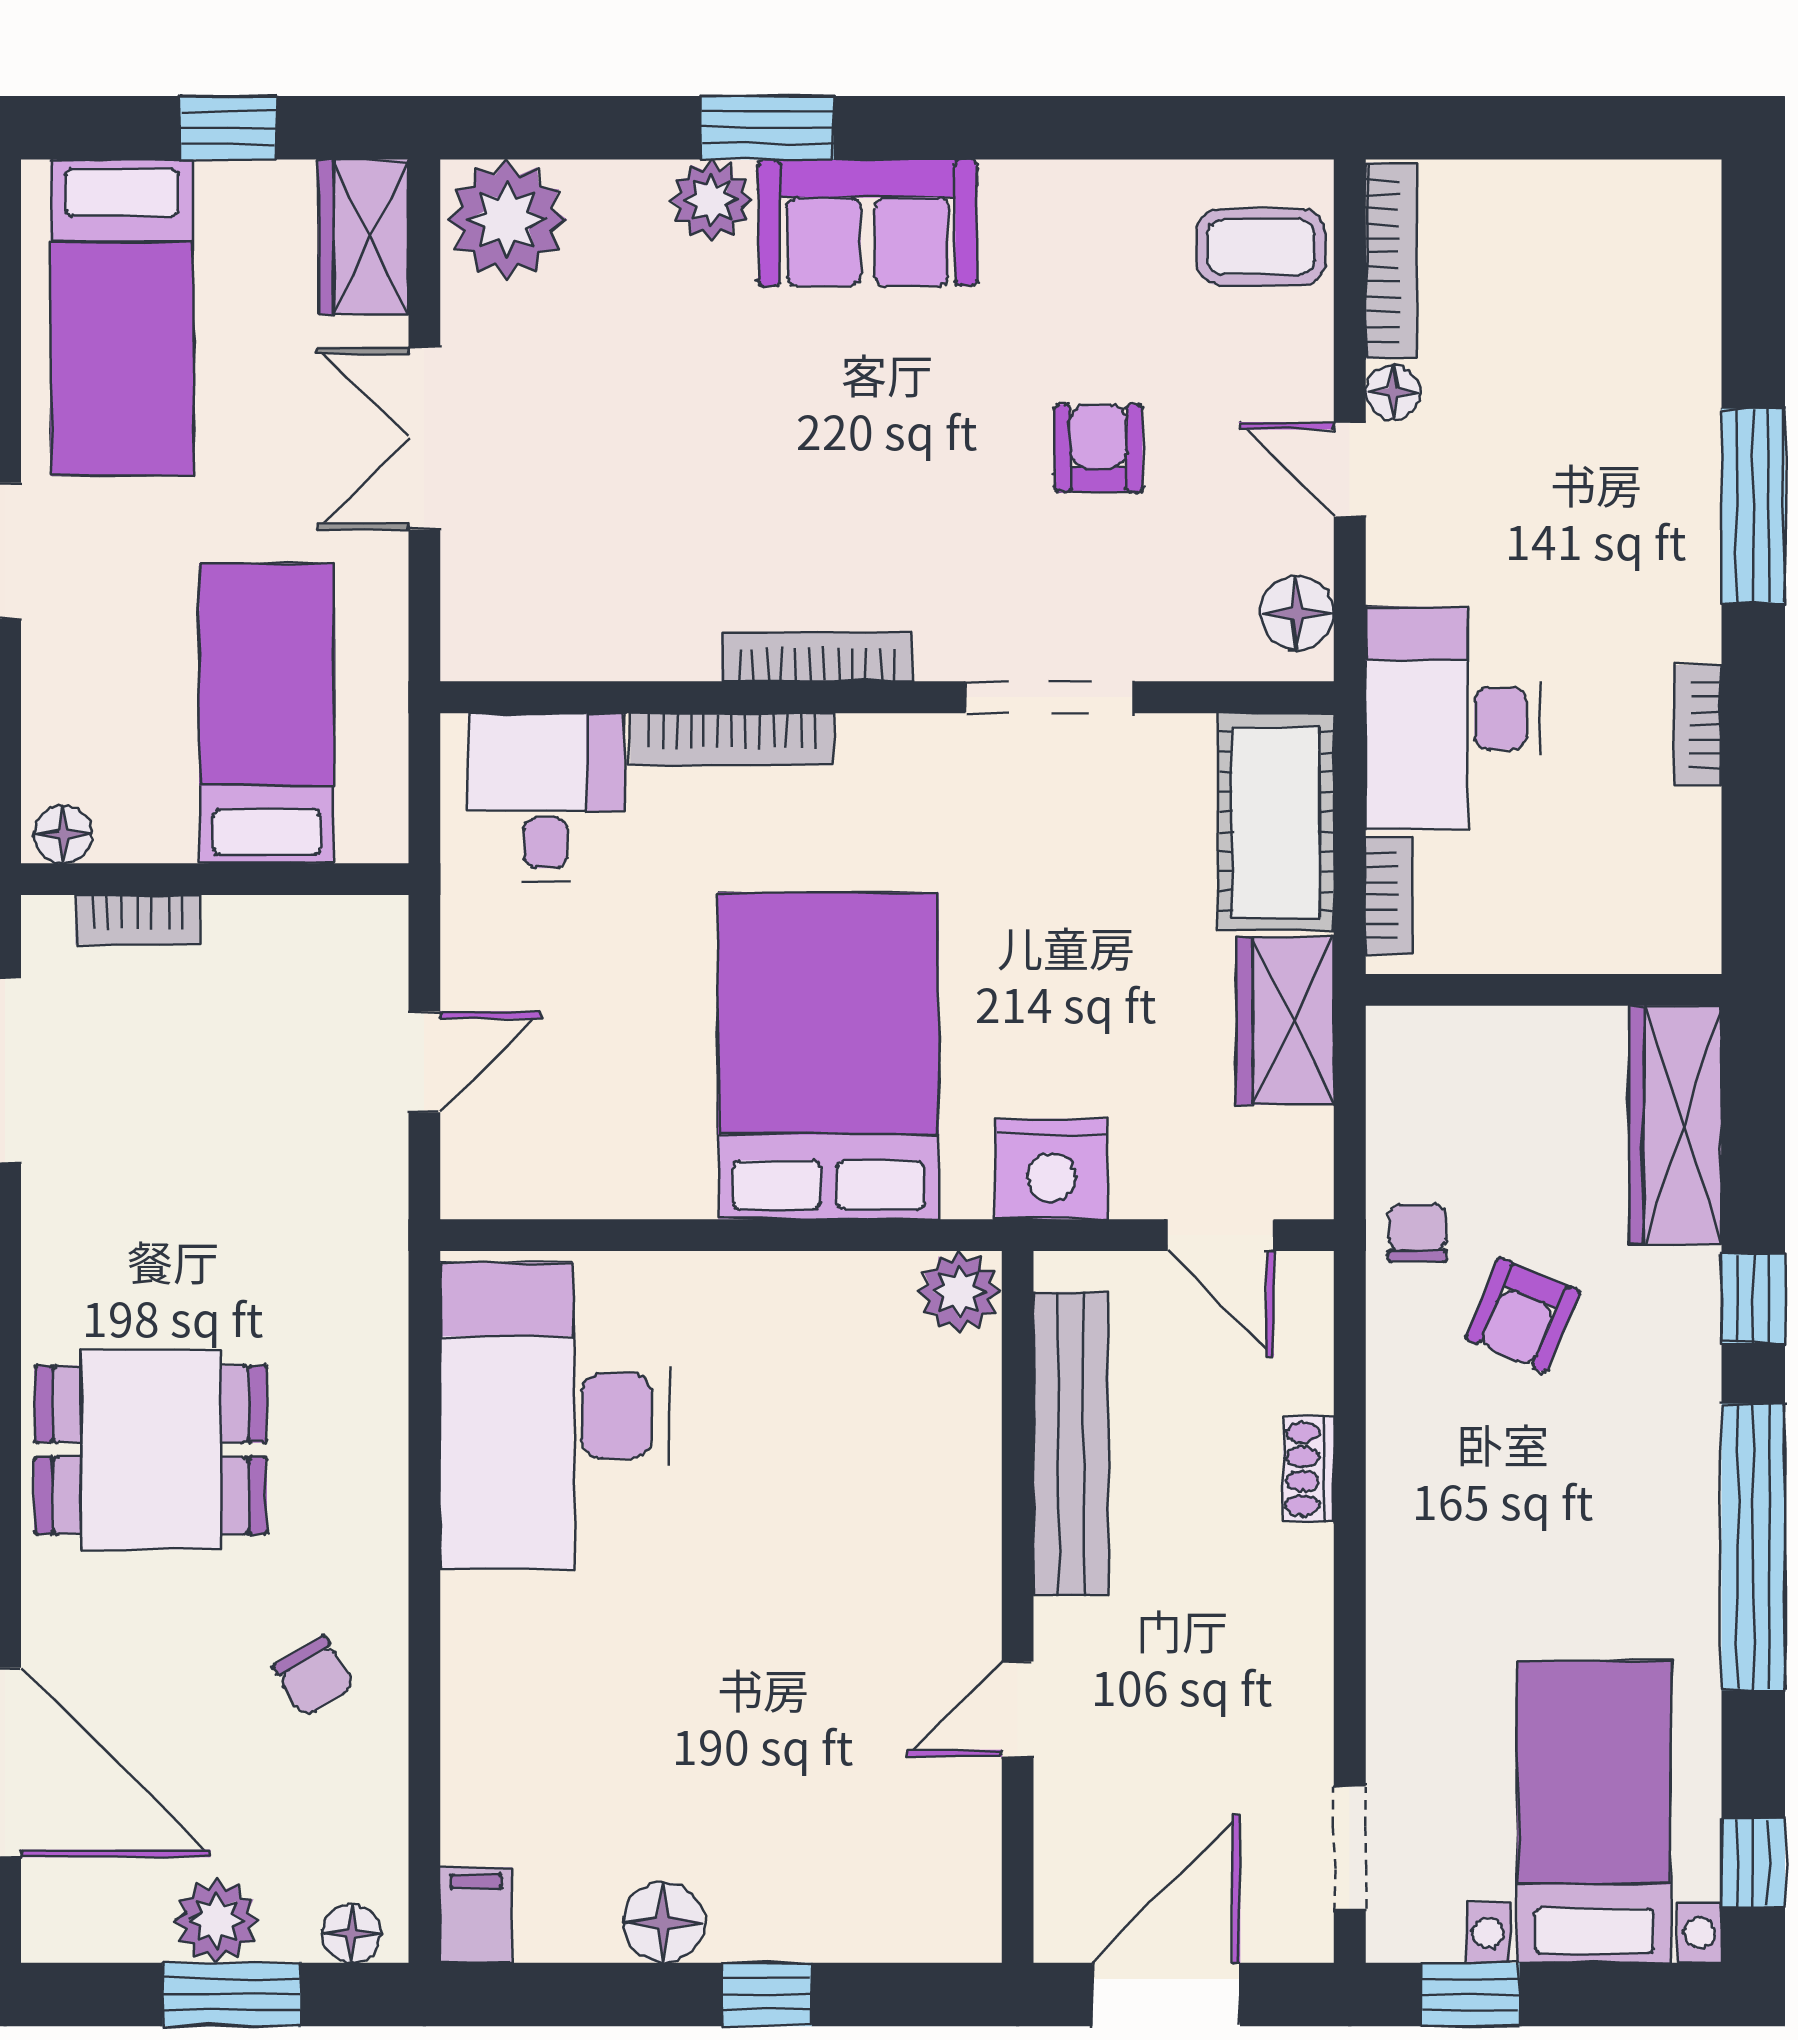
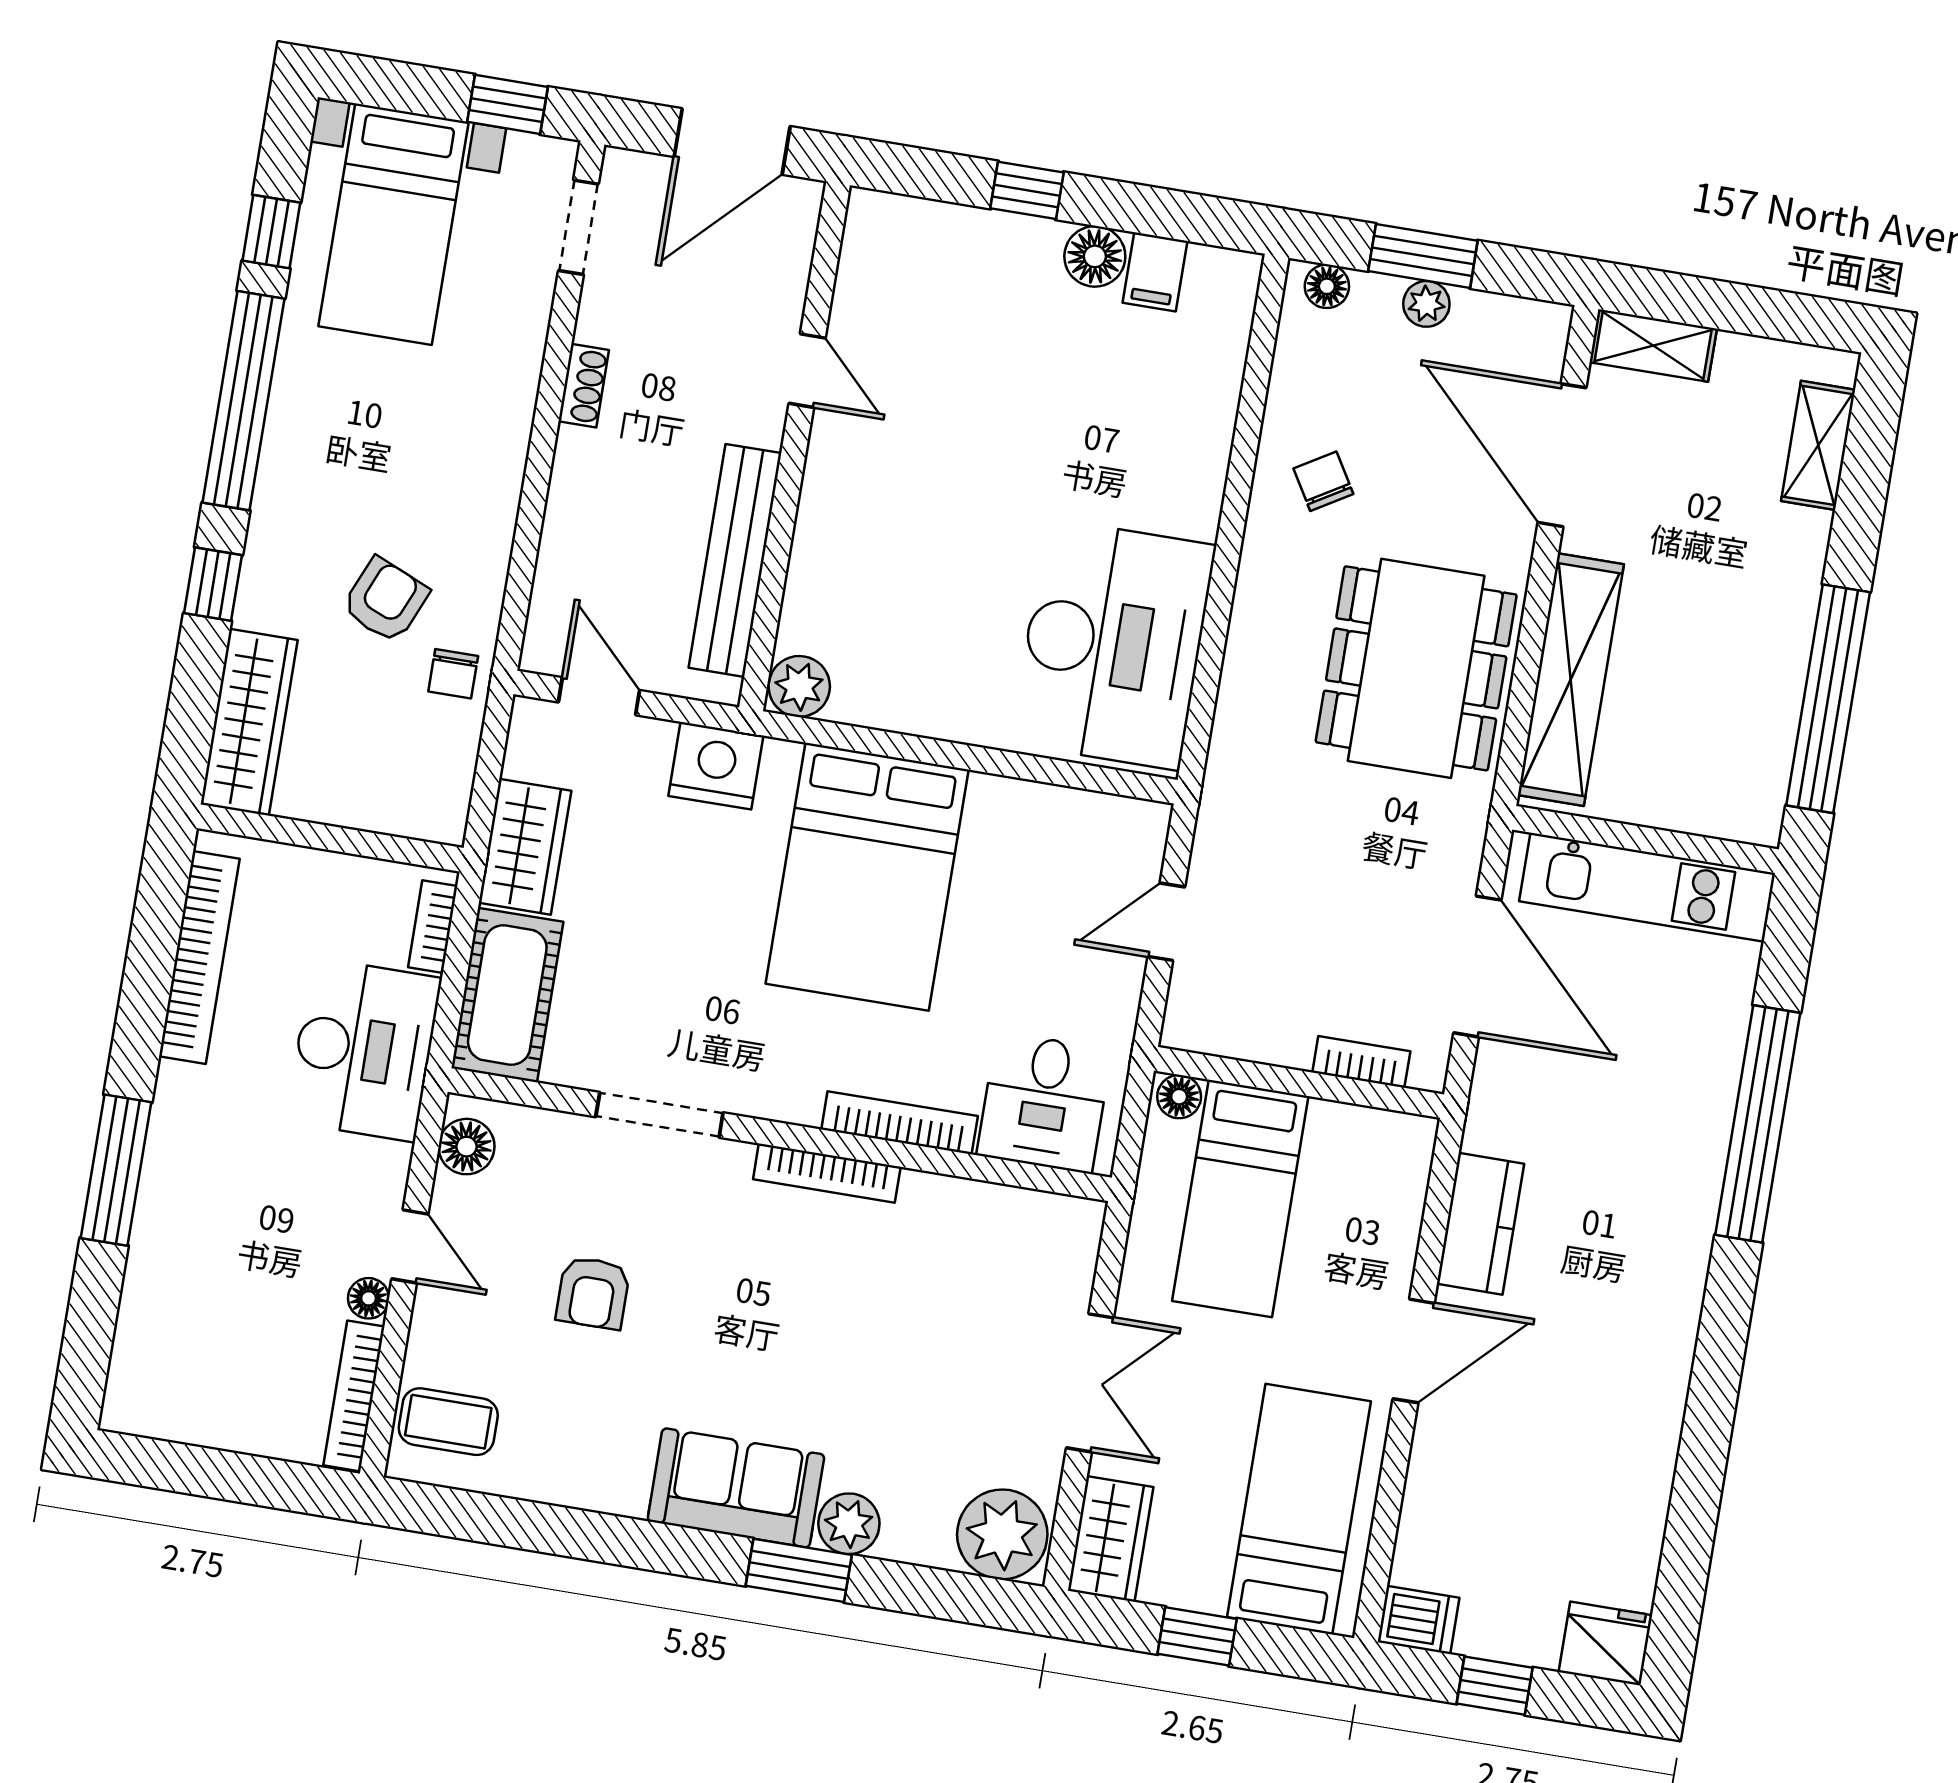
bookcase: (1697, 725) -> (199, 957), width x2.31, depth x1.31
floor lamp: (63, 834) -> (1179, 1097), moved
dining table: (151, 1450) -> (1416, 668), width x1.37
shoe rack: (1308, 1469) -> (584, 386), moved
door: (1018, 1709) -> (807, 371), hinge flipped
window: (1753, 1863) -> (271, 232), moved
filing cabinet: (476, 1915) -> (1155, 272), moved
plant: (217, 1921) -> (1426, 304), width x0.73, depth x0.73

